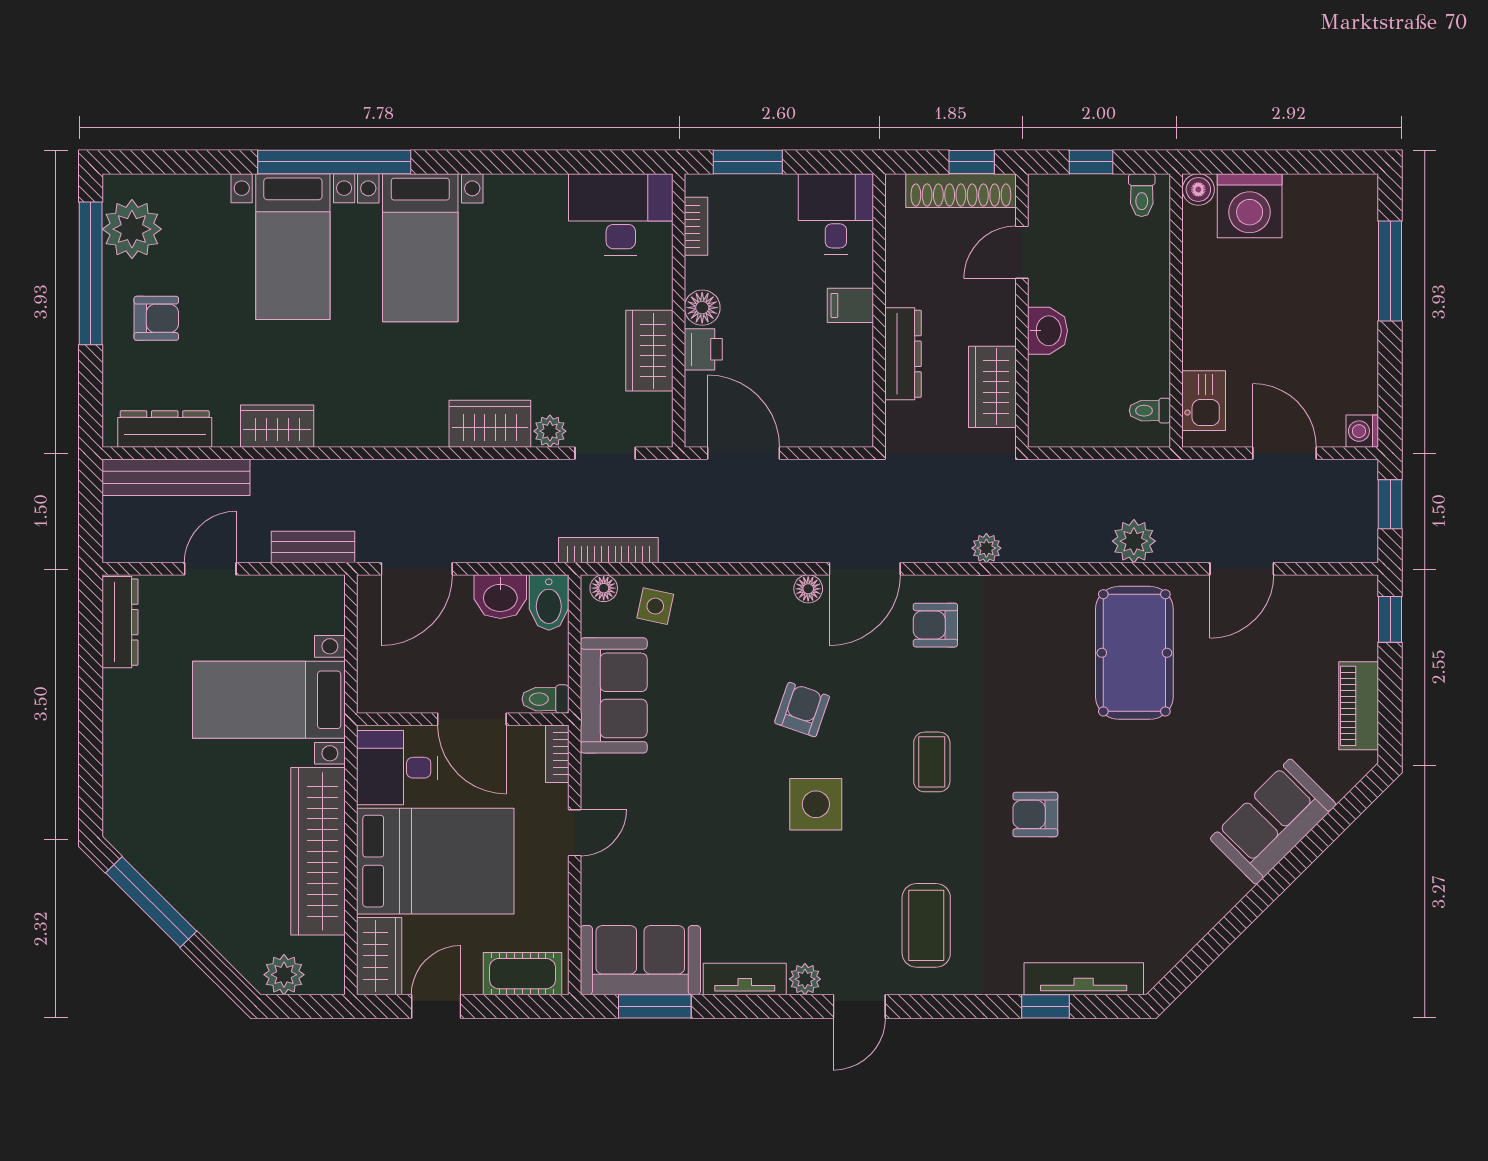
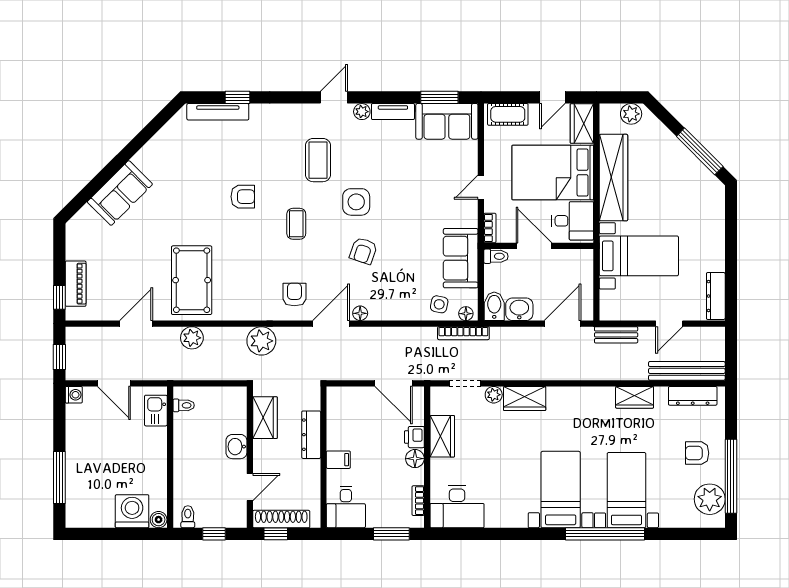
plant: (986, 548) -> (261, 341), width x1.88, depth x1.88
armchair: (935, 625) -> (294, 295), turned -90
piano: (1359, 706) -> (76, 284), moved
coffee table: (926, 925) -> (318, 160), moved

